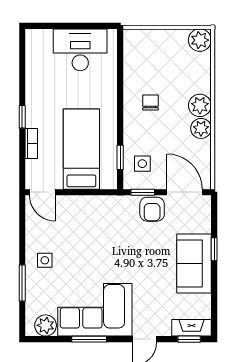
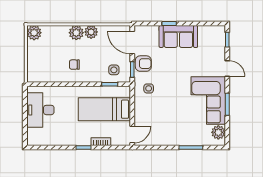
door: (185, 192) -> (132, 43), hinge flipped
side table: (45, 260) -> (149, 88), moved
fireplace: (191, 328) -> (220, 38), removed

